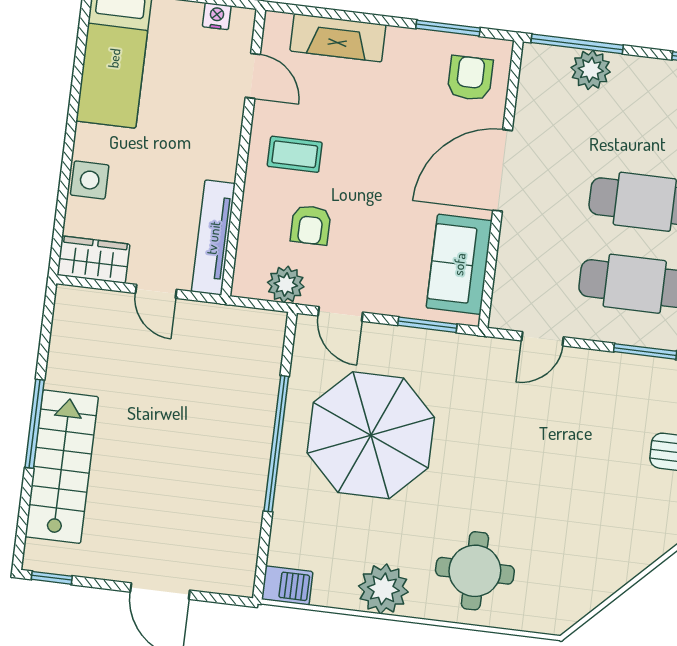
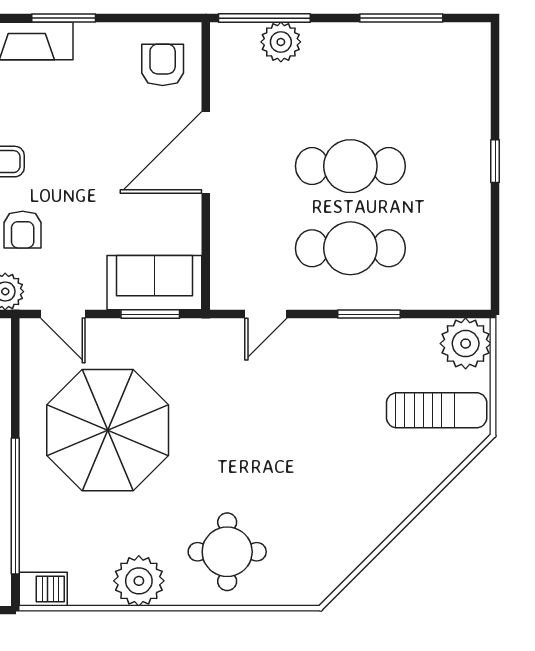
window: (448, 28) -> (64, 18), moved
sofa: (459, 264) -> (154, 283), moved, turned 90
window: (276, 444) -> (15, 506), moved

